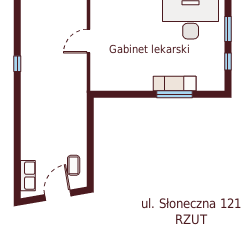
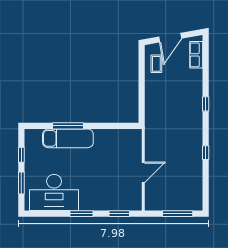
exam couch: (175, 83) -> (68, 138), width x1.36, depth x1.45
window: (17, 120) -> (206, 104), added

